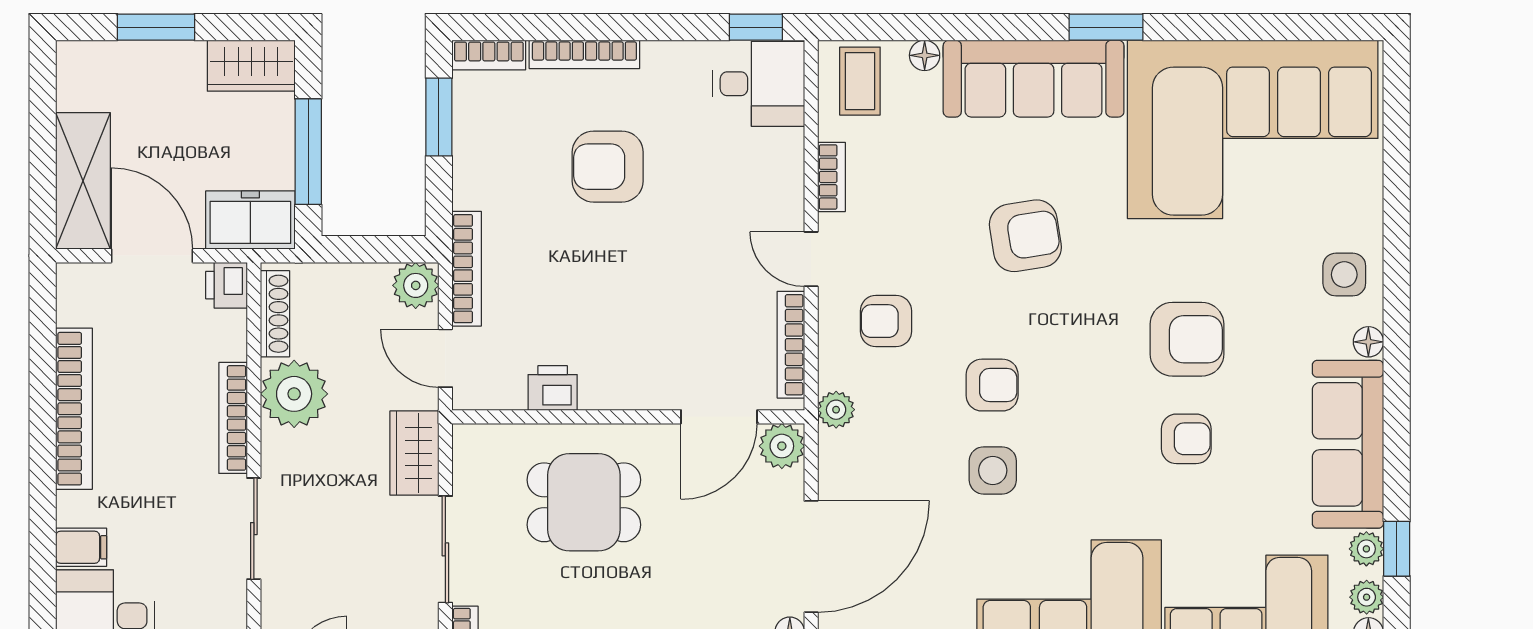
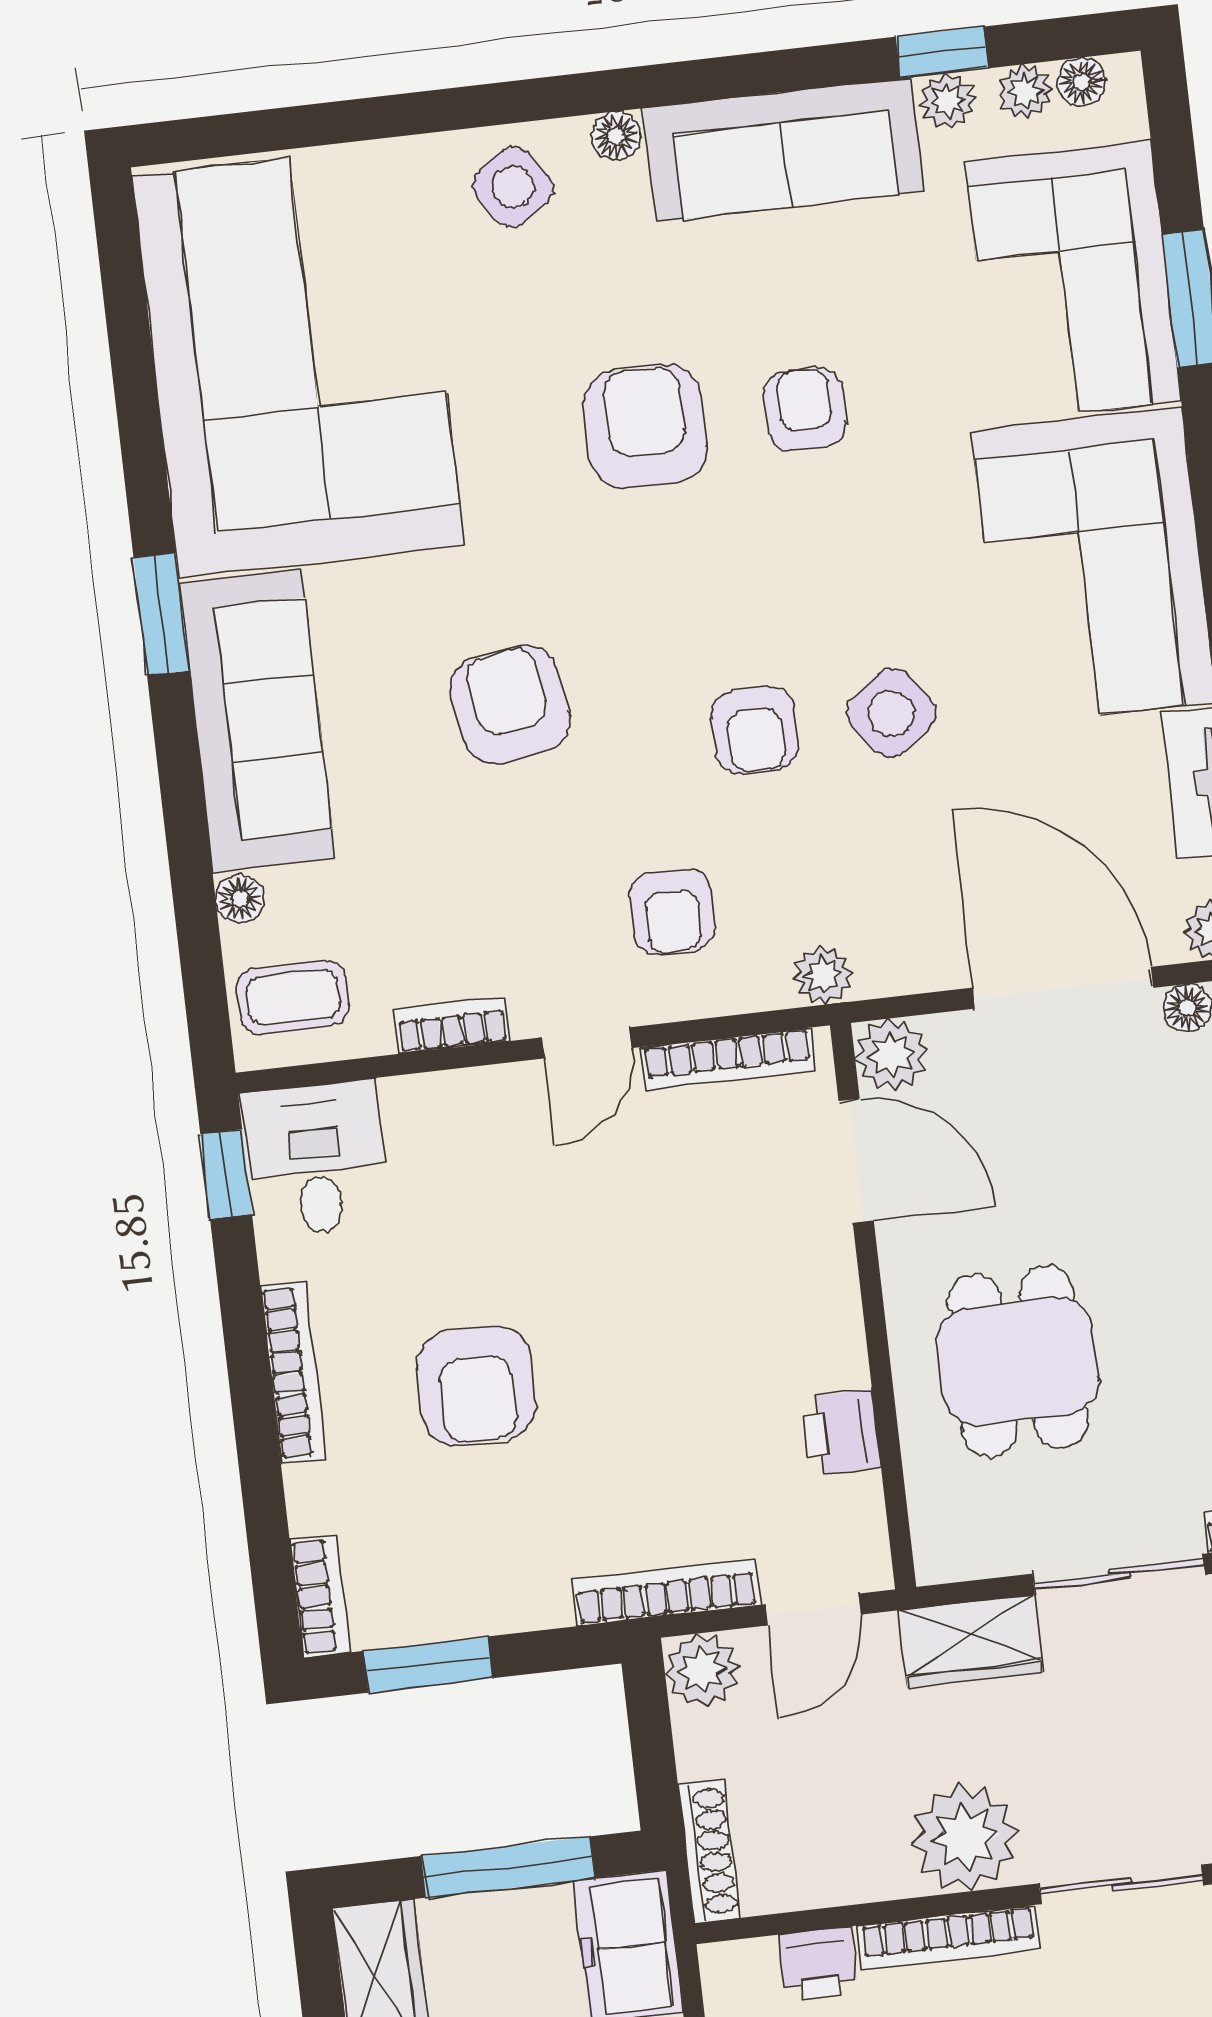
bookcase: (584, 54) -> (293, 1372), moved
side table: (1344, 275) -> (513, 187), turned -34
printer: (227, 285) -> (818, 1964), moved
shoe rack: (275, 314) -> (709, 1852), moved, turned 90
armchair: (992, 385) -> (755, 730), turned 180
plant: (294, 394) -> (965, 1837), moved
side table: (993, 470) -> (891, 713), turned -37

